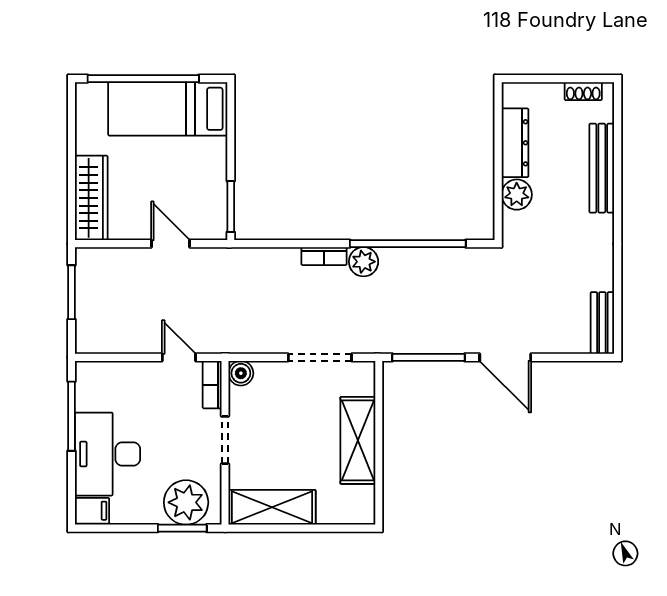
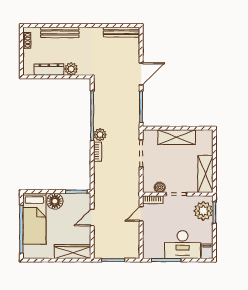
floor lamp: (209, 157) -> (55, 201), added
bench: (602, 323) -> (121, 32), width x1.36
boiler: (241, 373) -> (160, 187), moved

